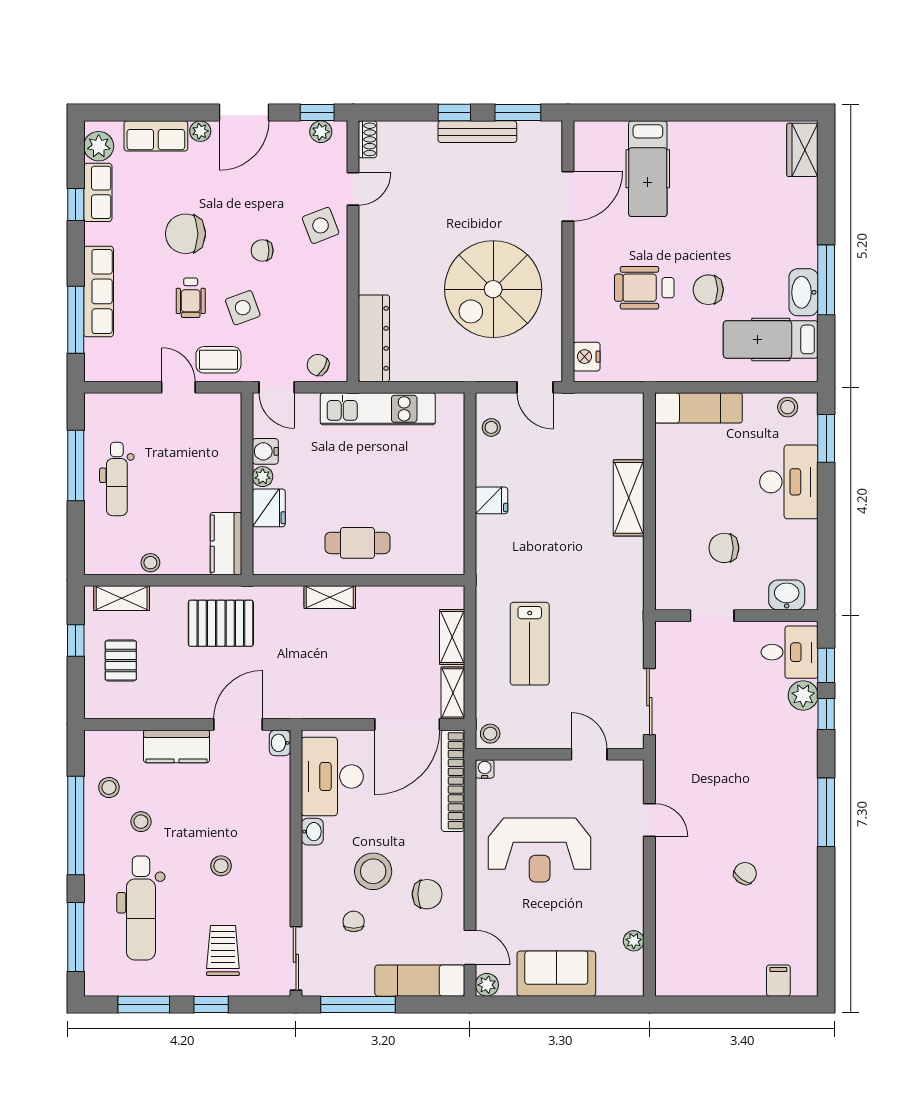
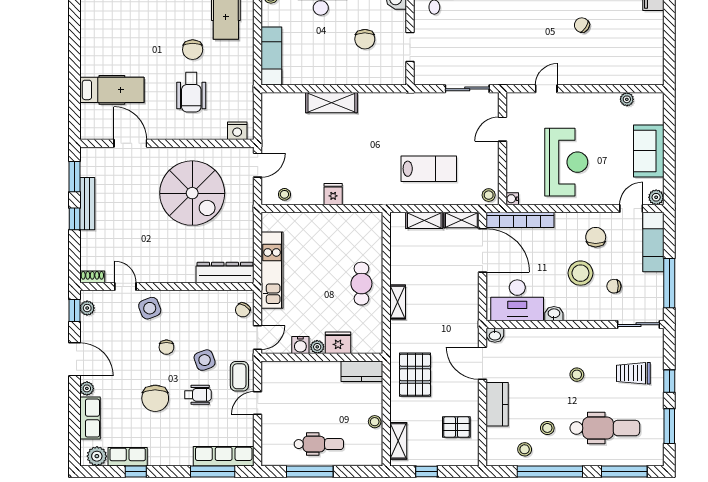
row of seats: (99, 291) -> (224, 456), moved
pallet: (121, 661) -> (456, 427), moved

